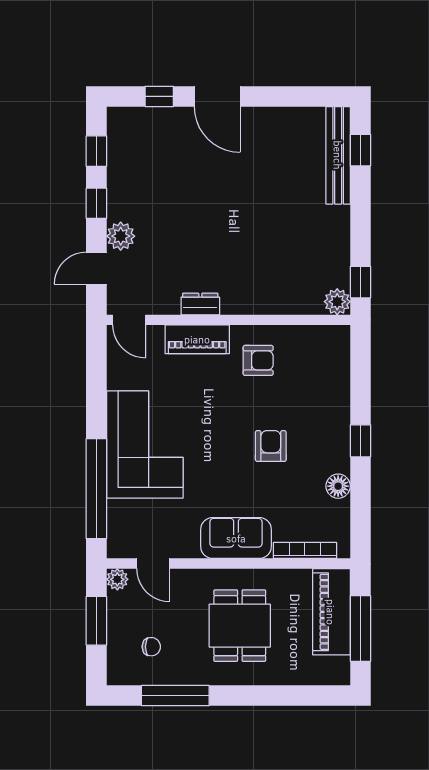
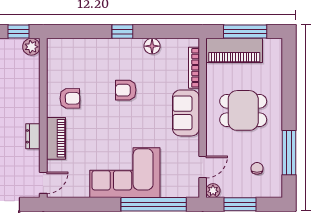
armchair: (258, 360) -> (70, 98), turned 89

